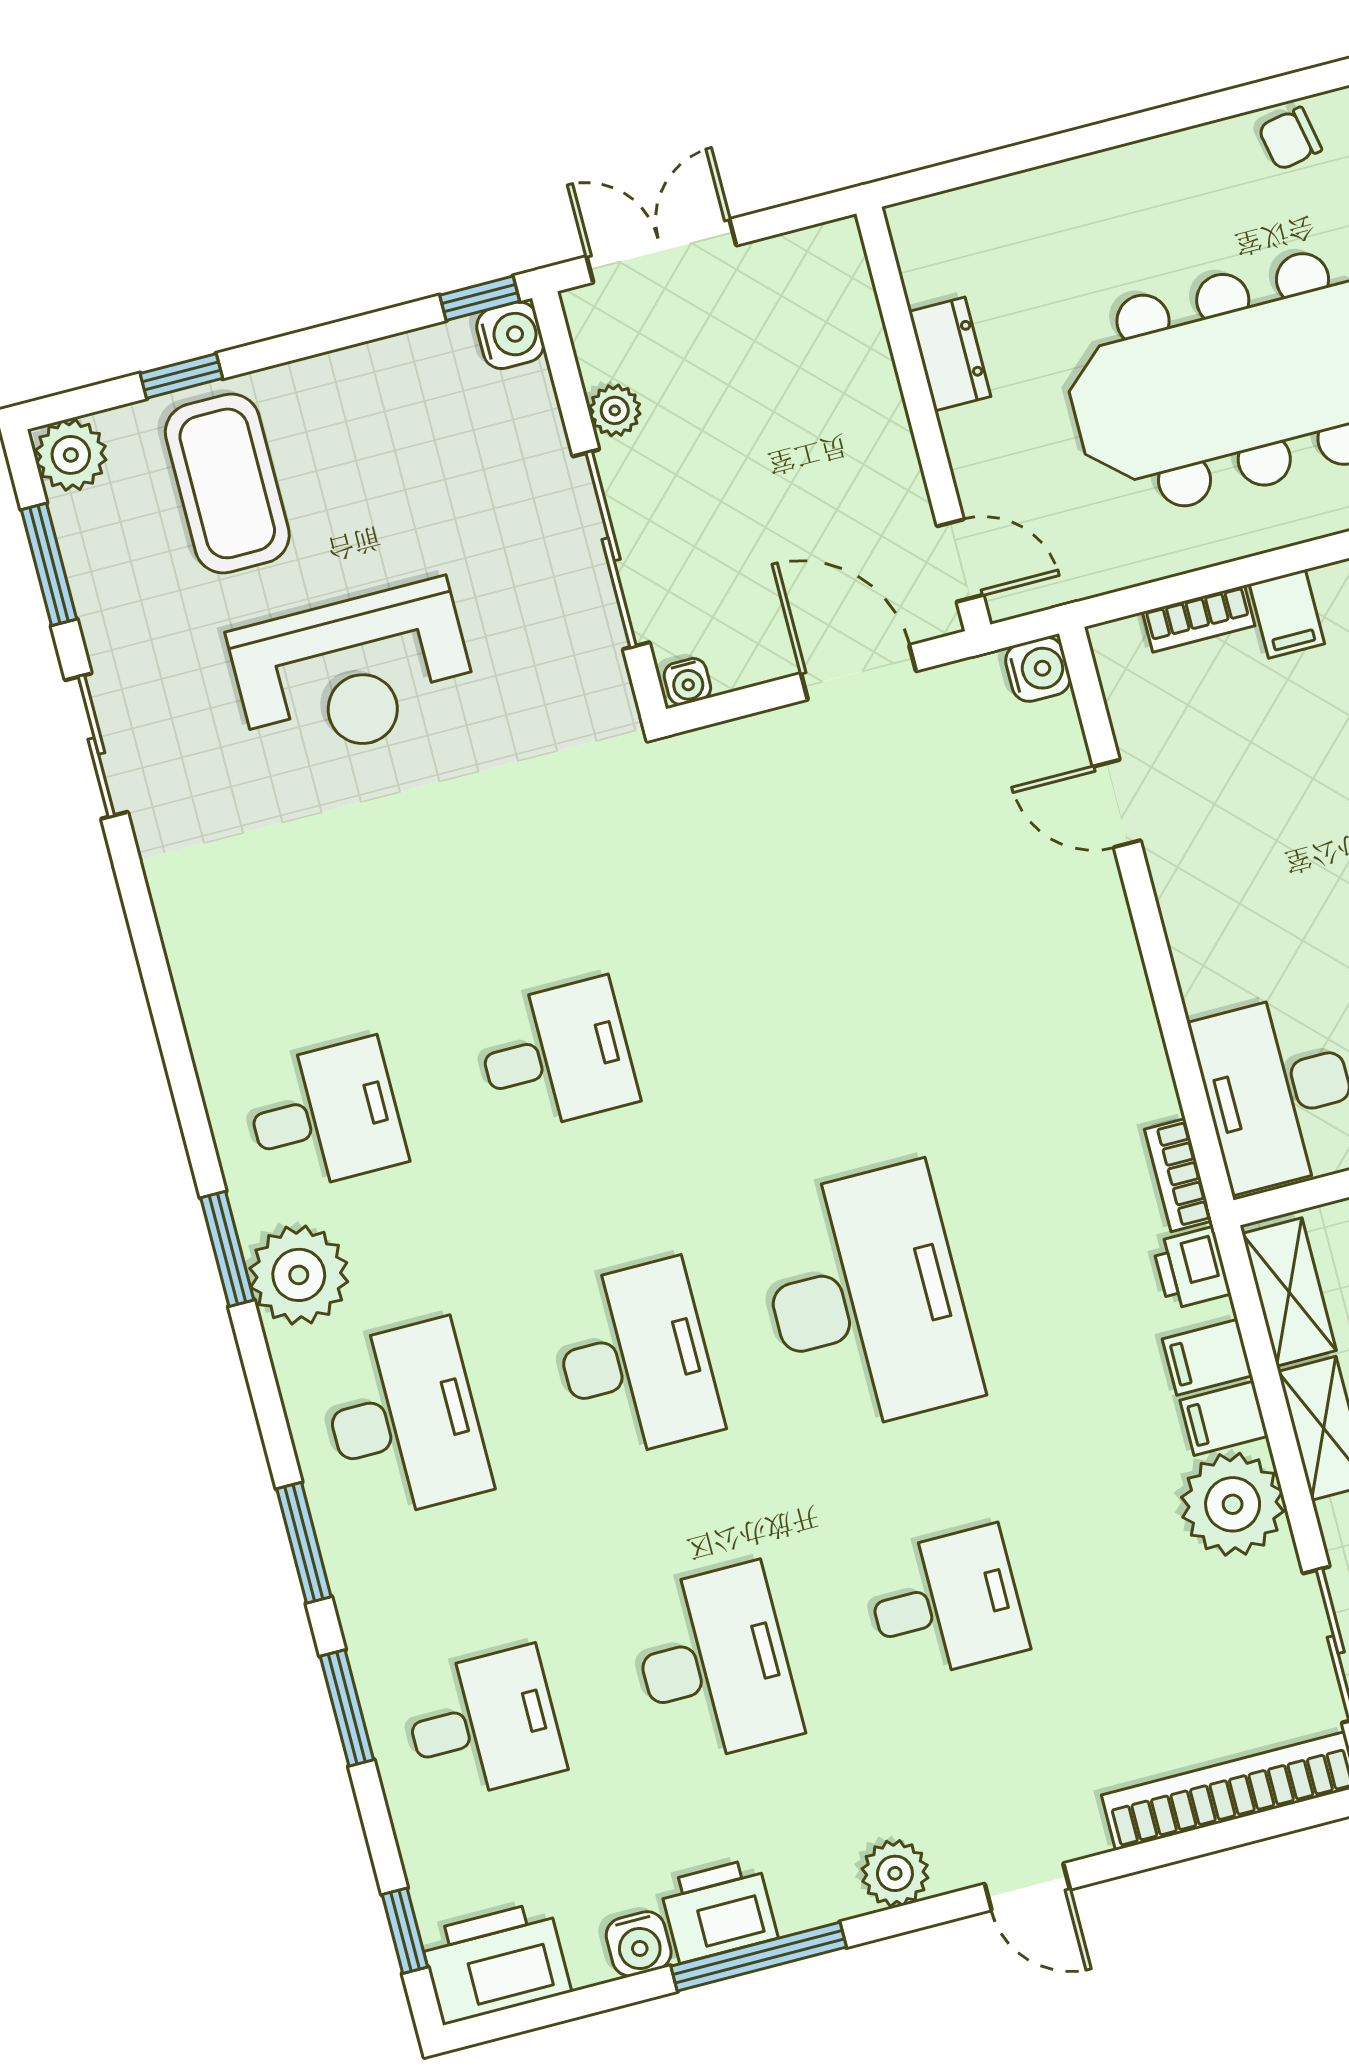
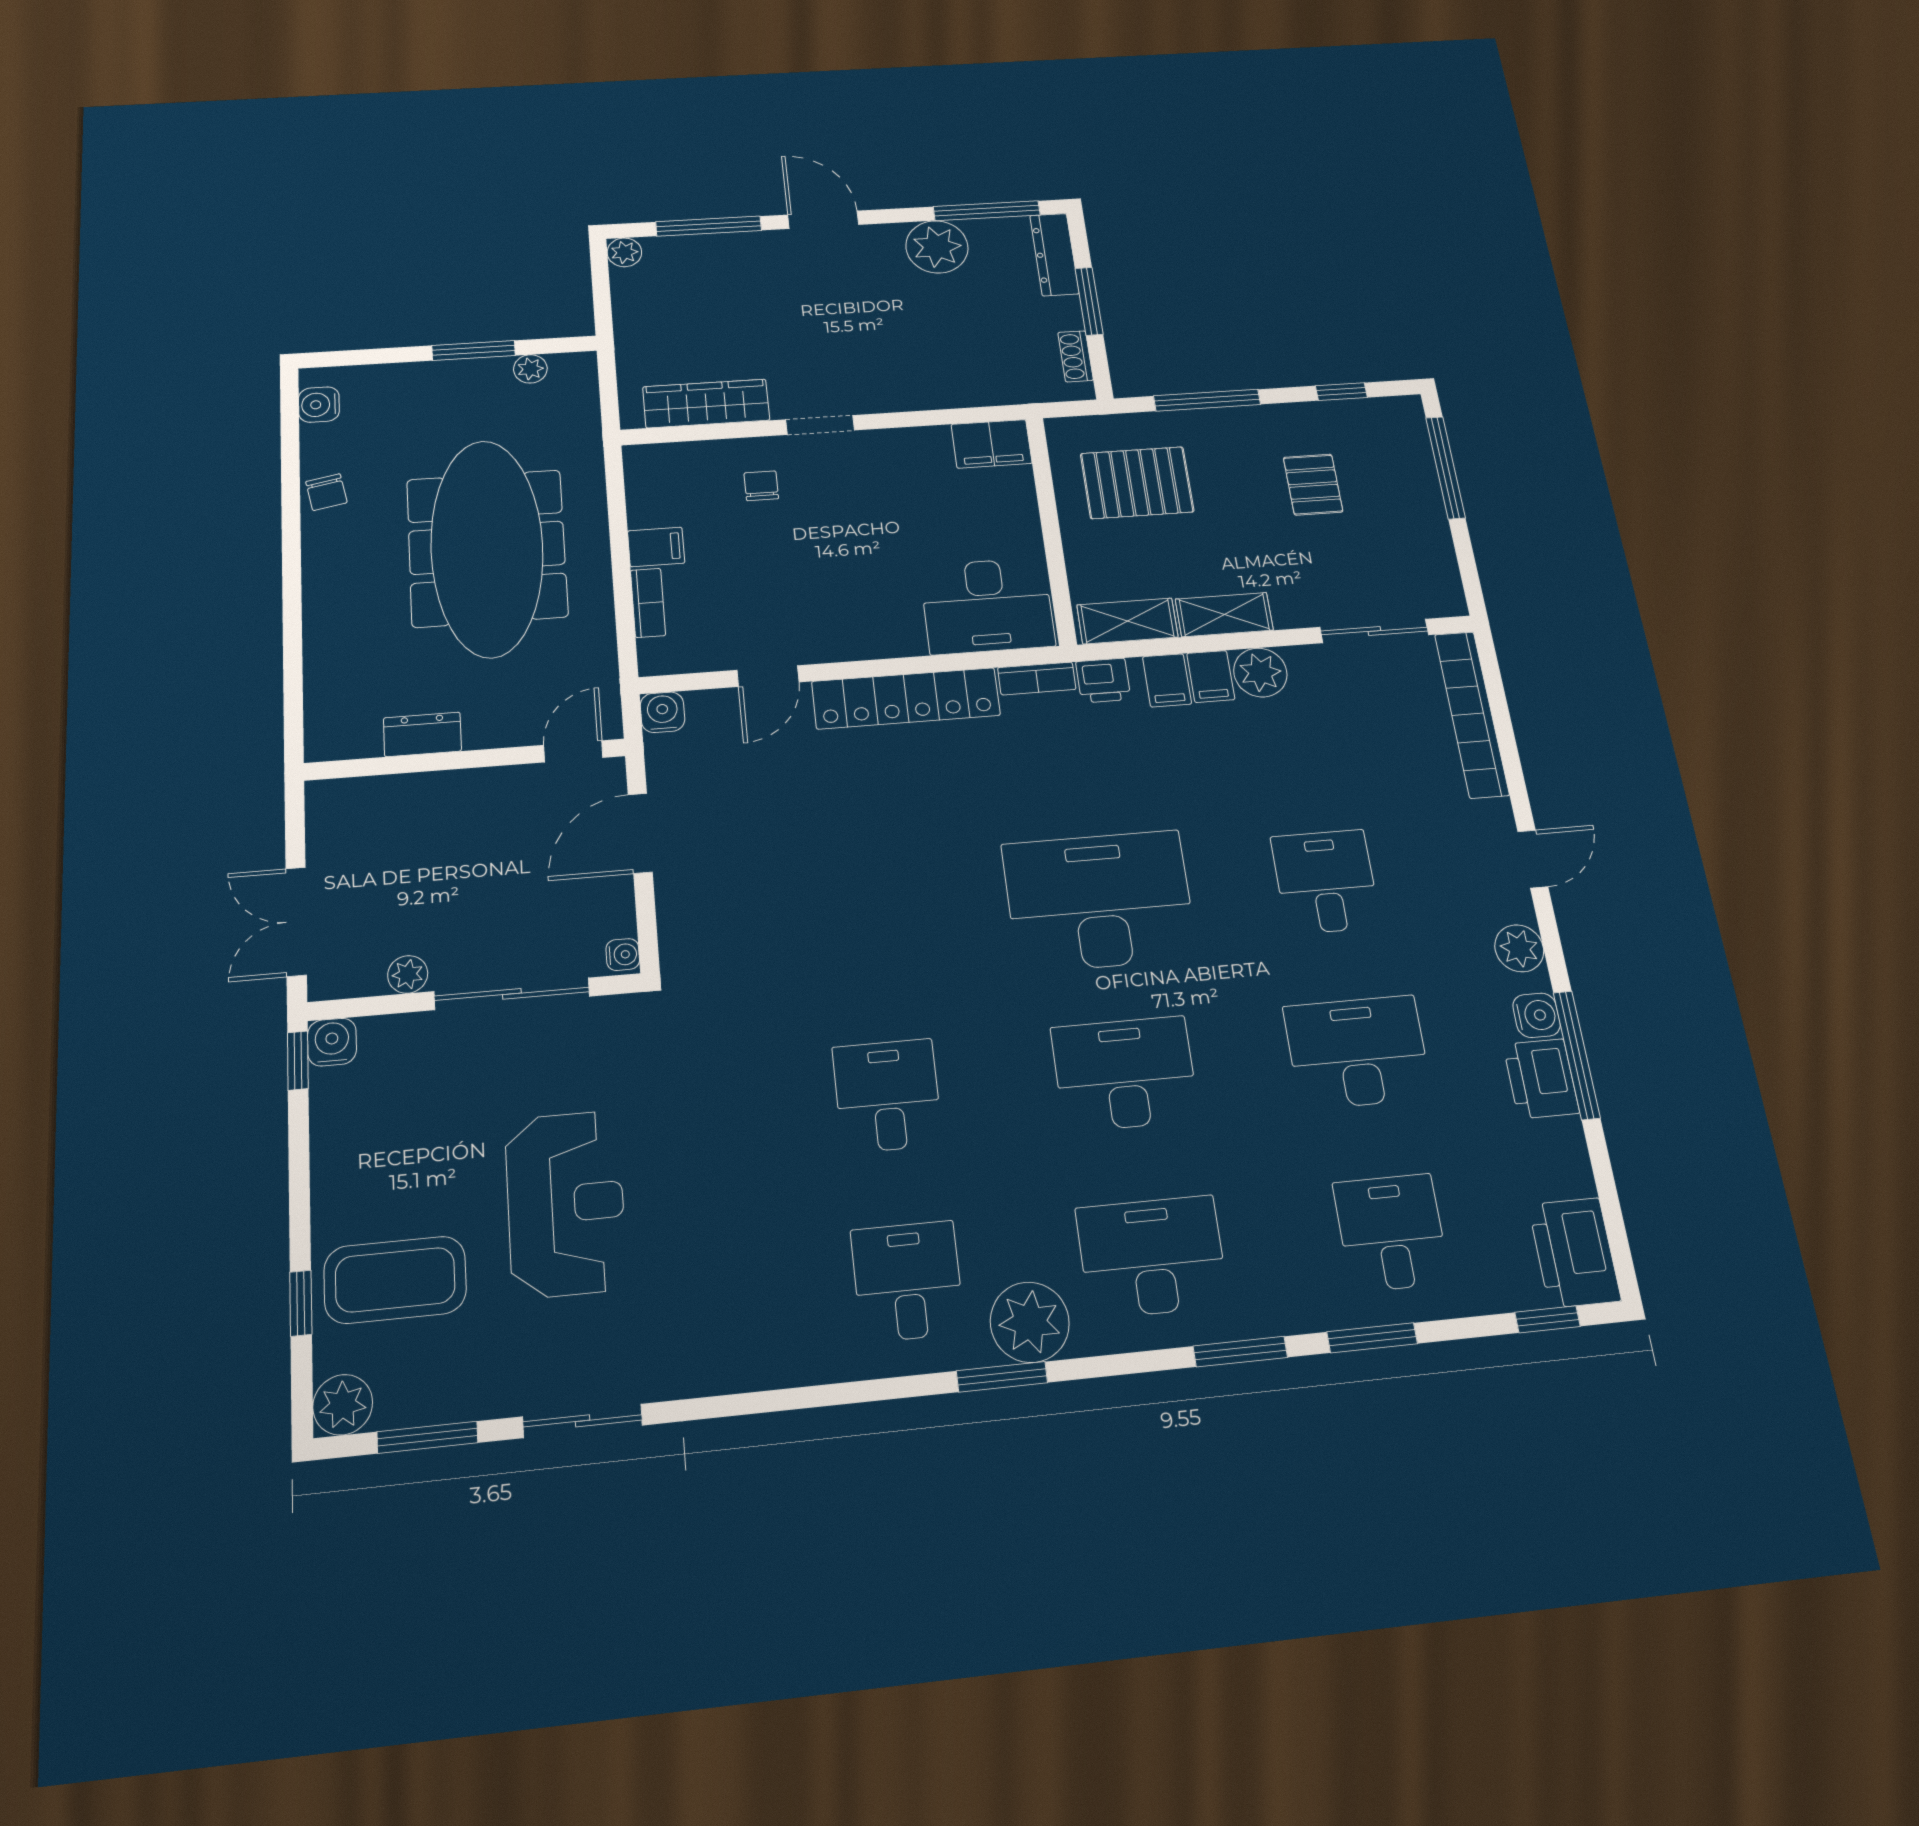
locker: (1117, 998) -> (906, 698), added
plant: (1233, 1504) -> (1260, 672), width x0.73, depth x0.73
water cooler: (639, 1944) -> (1537, 1015), moved

